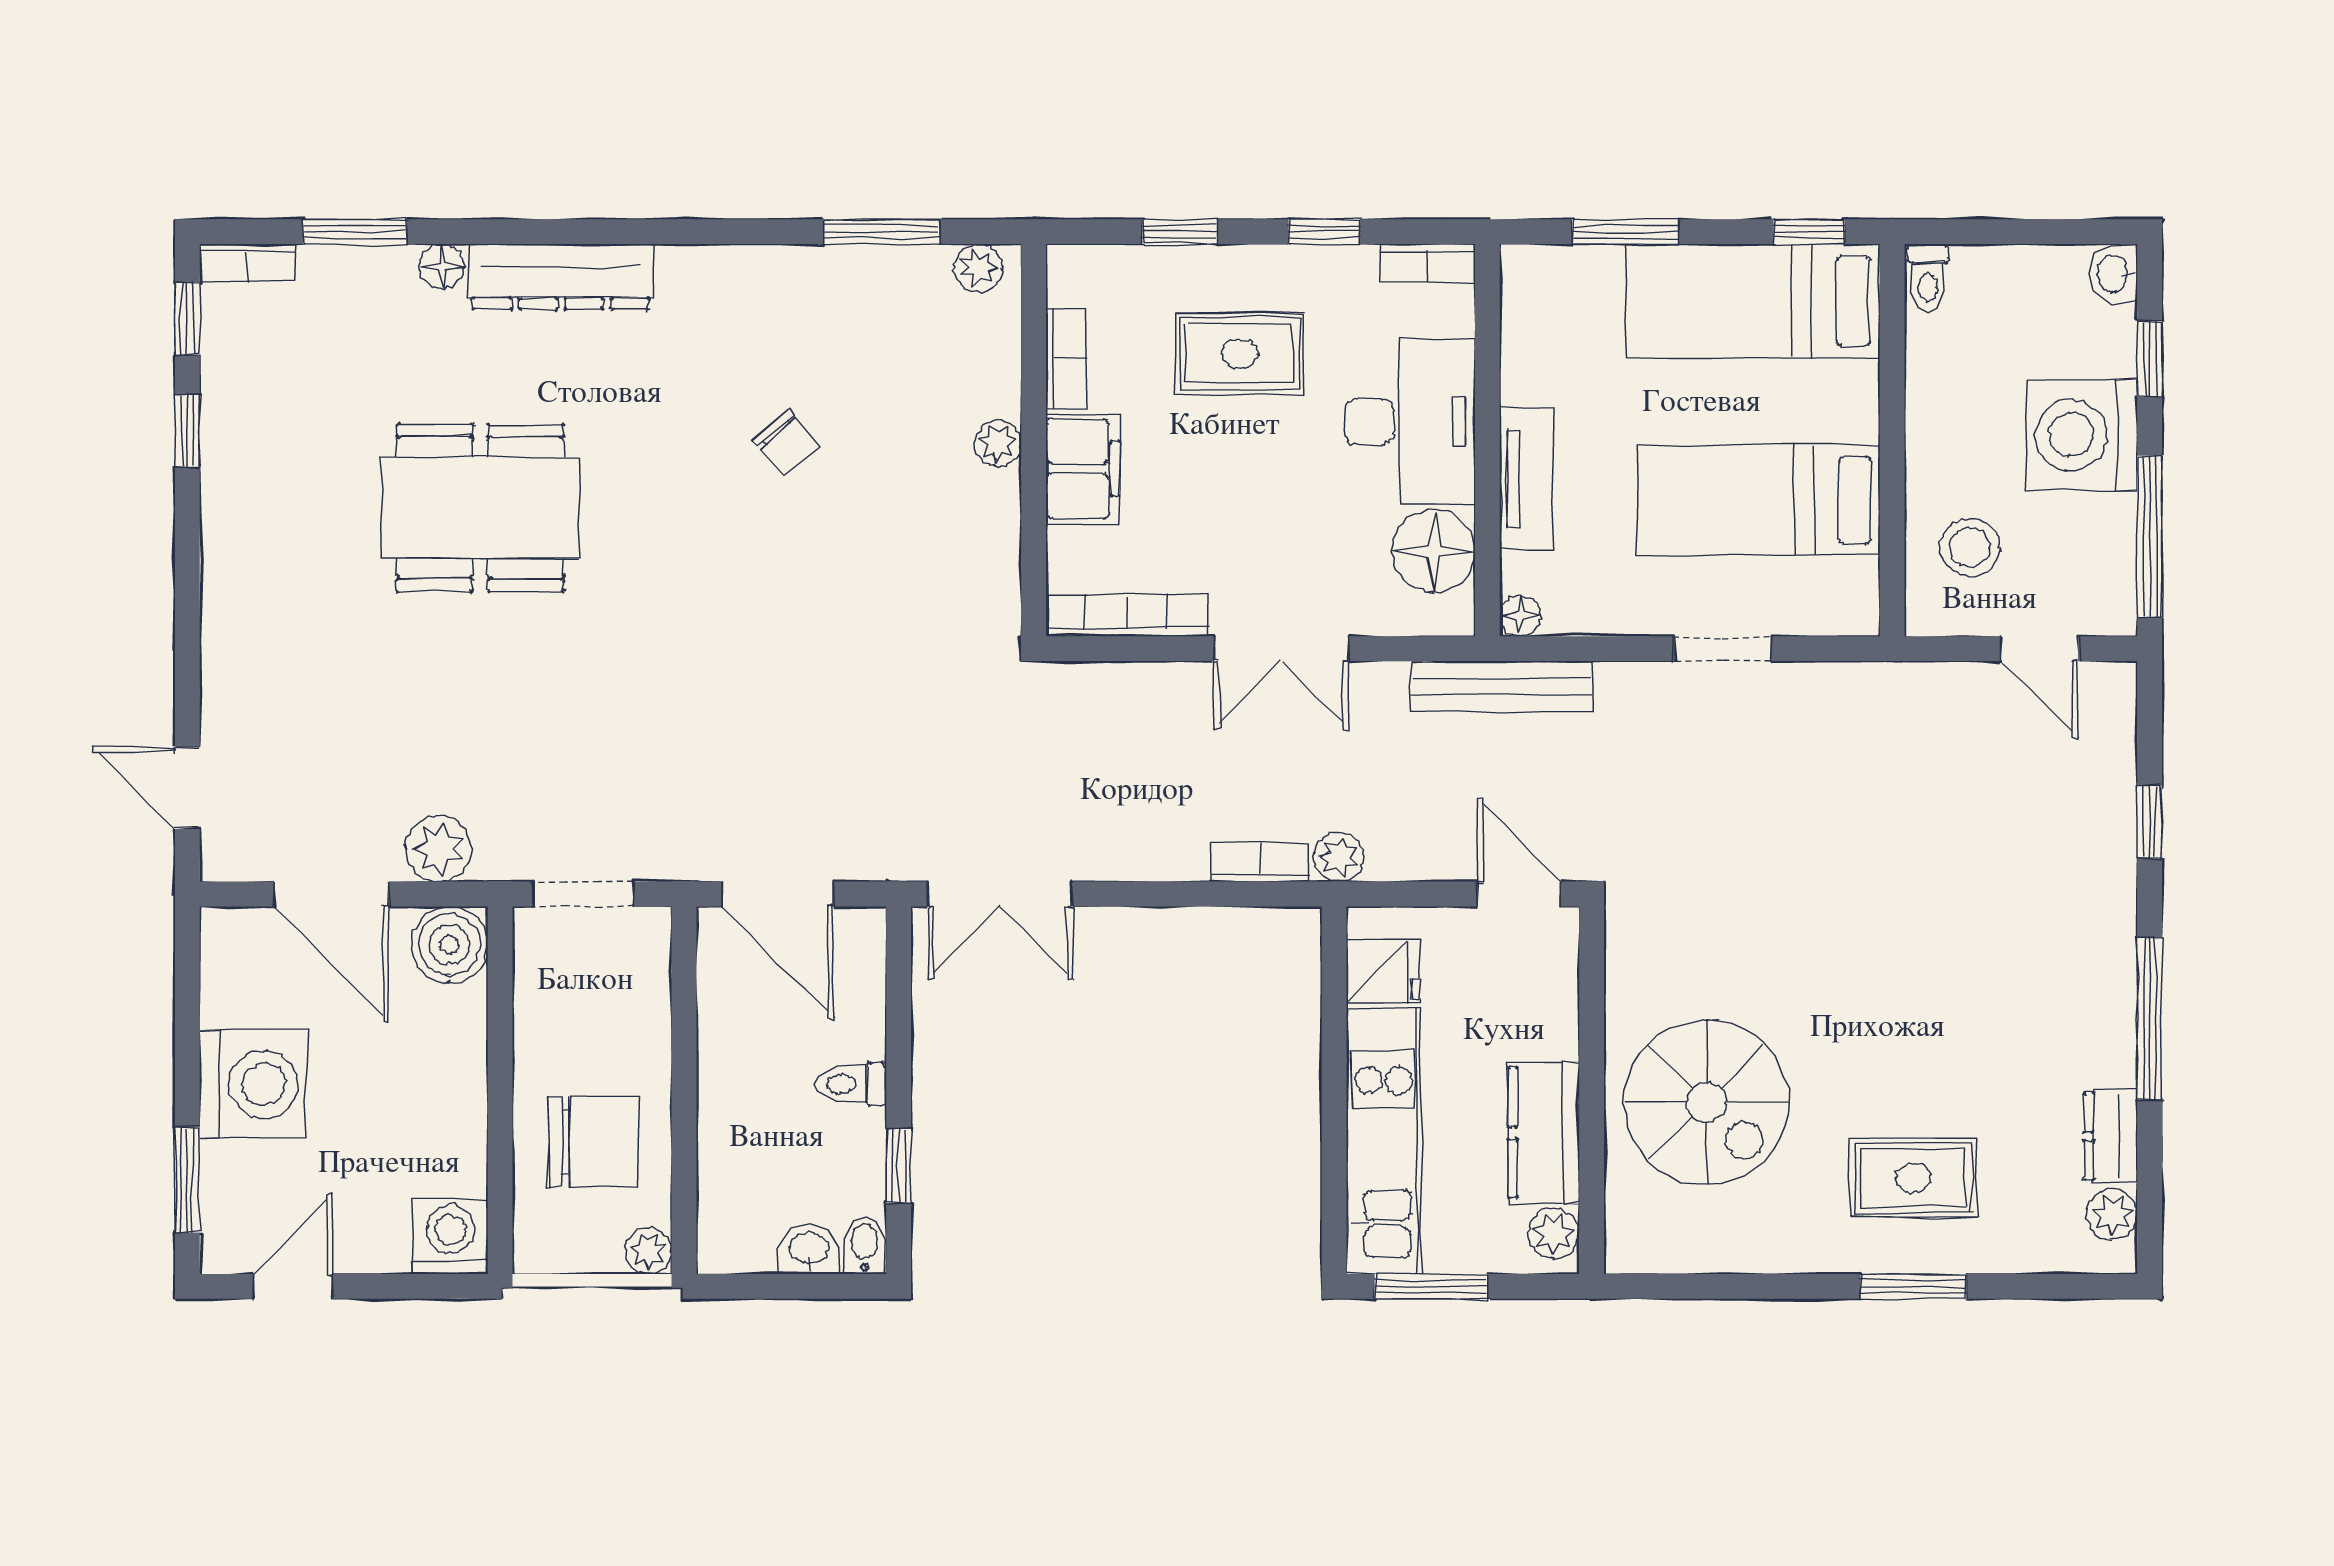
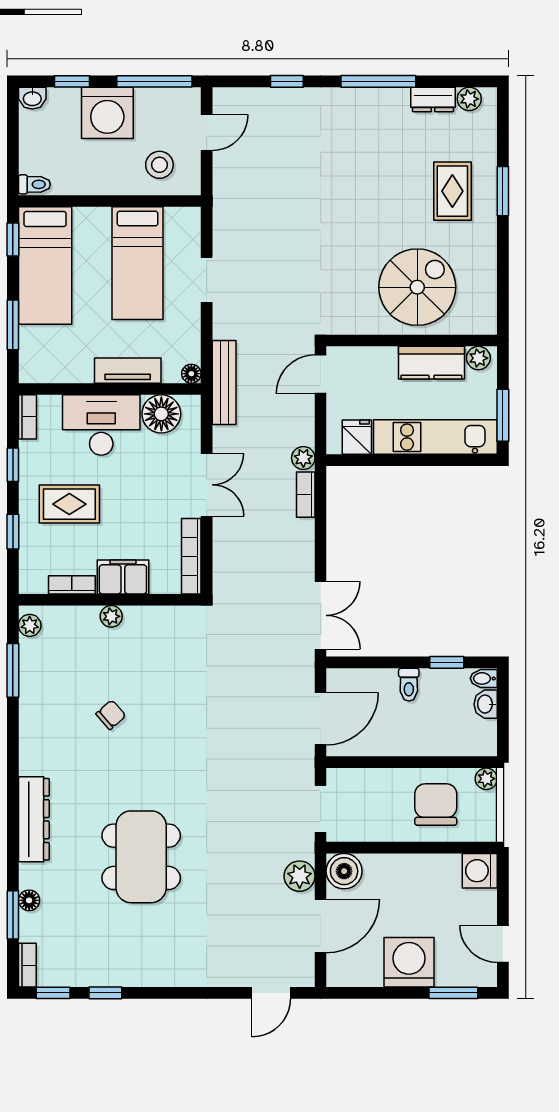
floor lamp: (442, 266) -> (29, 900), moved
rug: (1240, 353) -> (69, 504), turned 90

